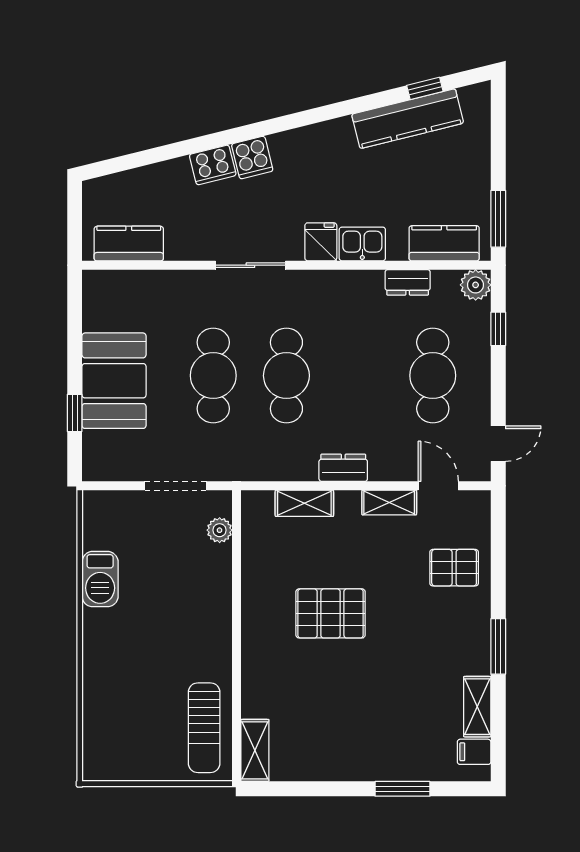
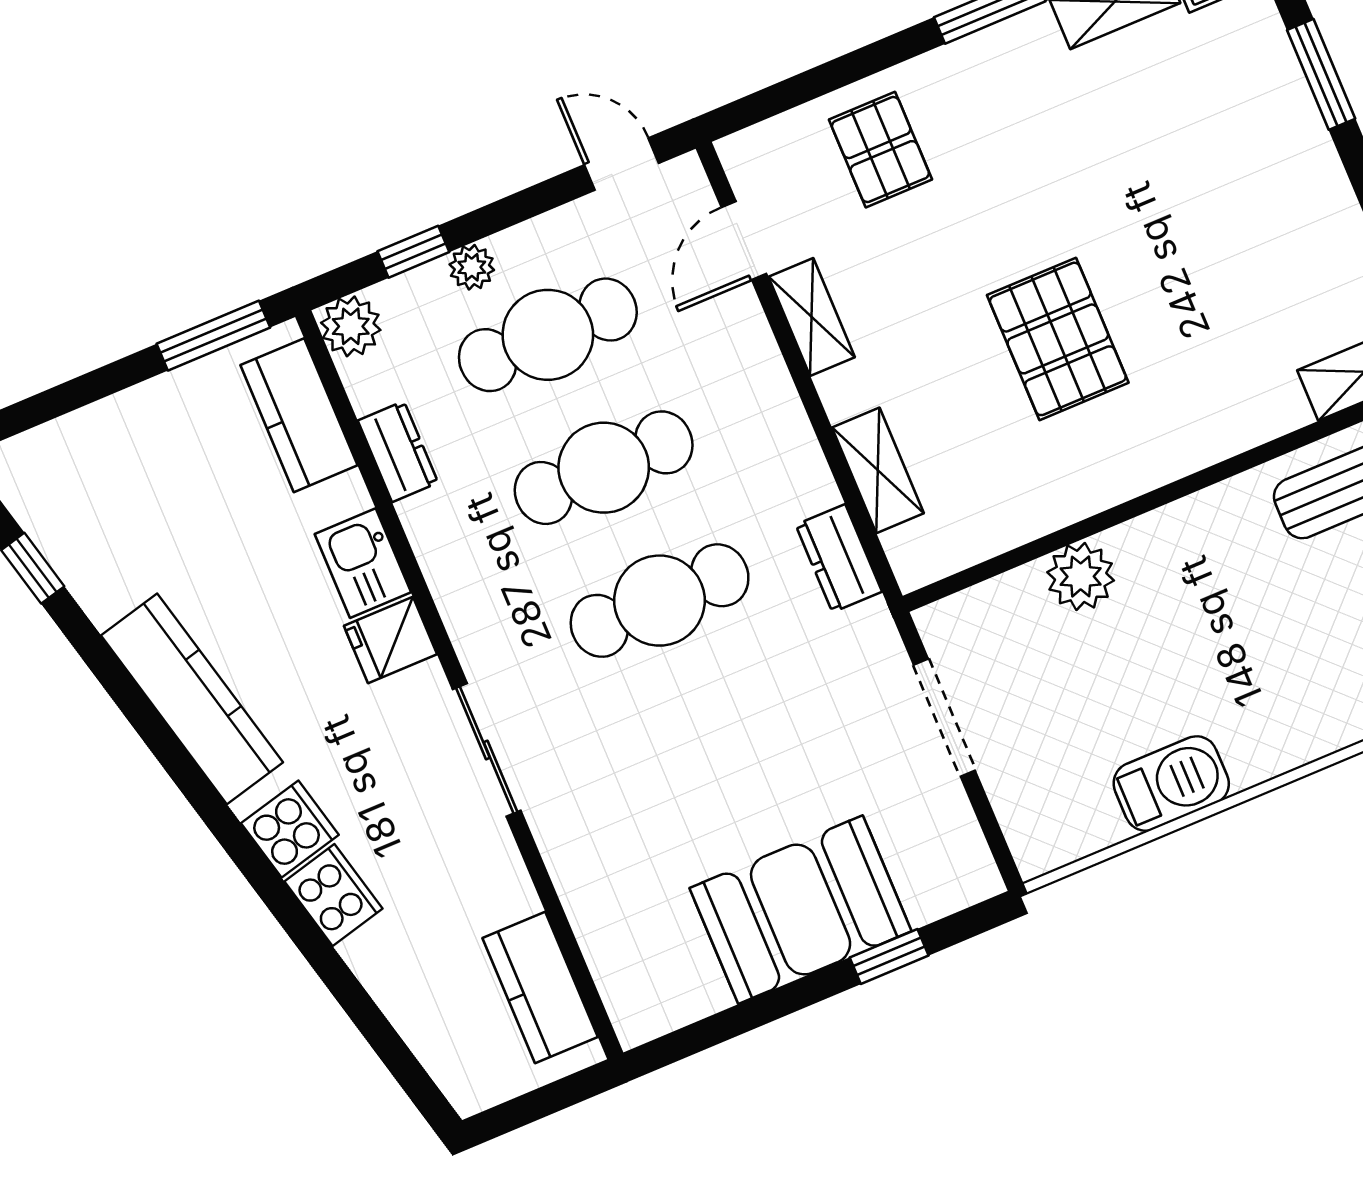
kitchen counter: (408, 119) -> (192, 699), moved
plant: (479, 353) -> (472, 267), added
cafe table: (213, 376) -> (604, 468), moved
dresser: (343, 468) -> (839, 558), moved
plant: (220, 530) -> (1081, 576), moved, width x1.38, depth x1.38

